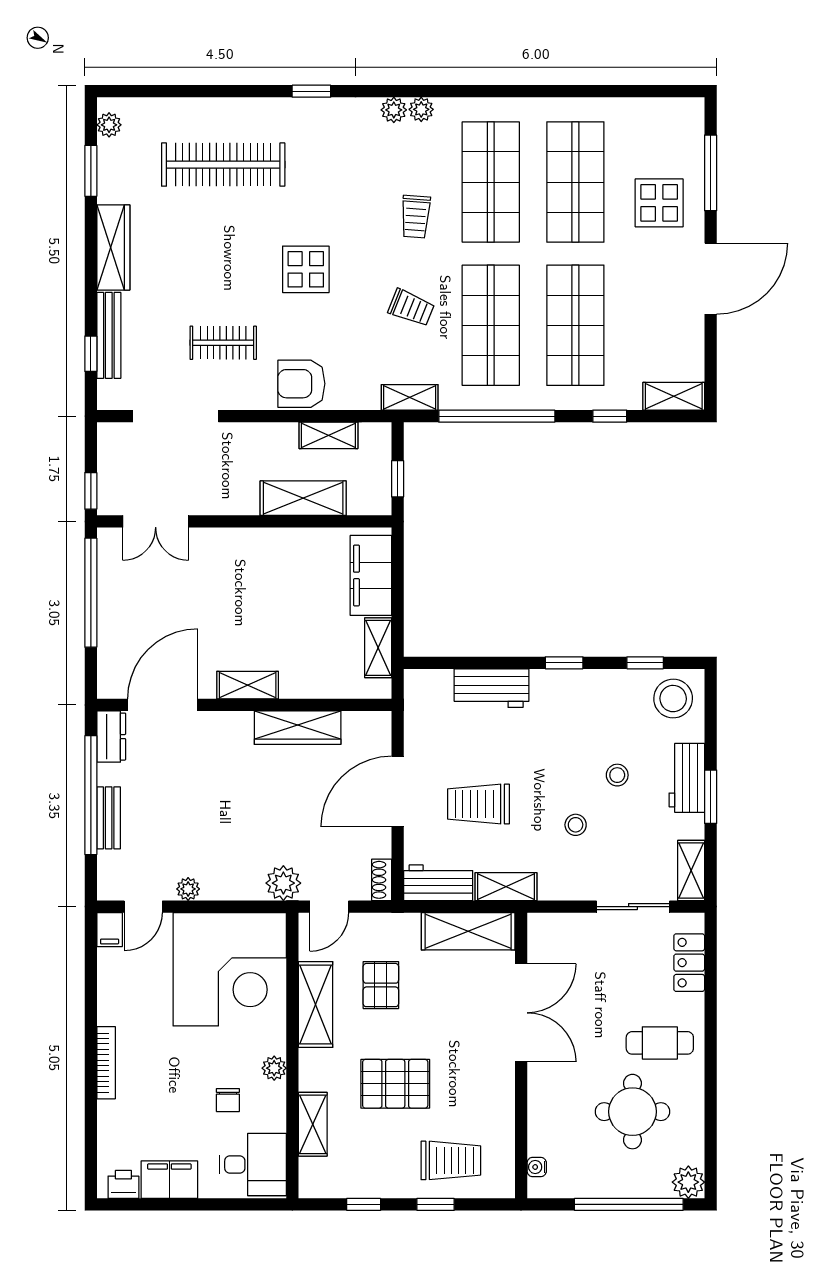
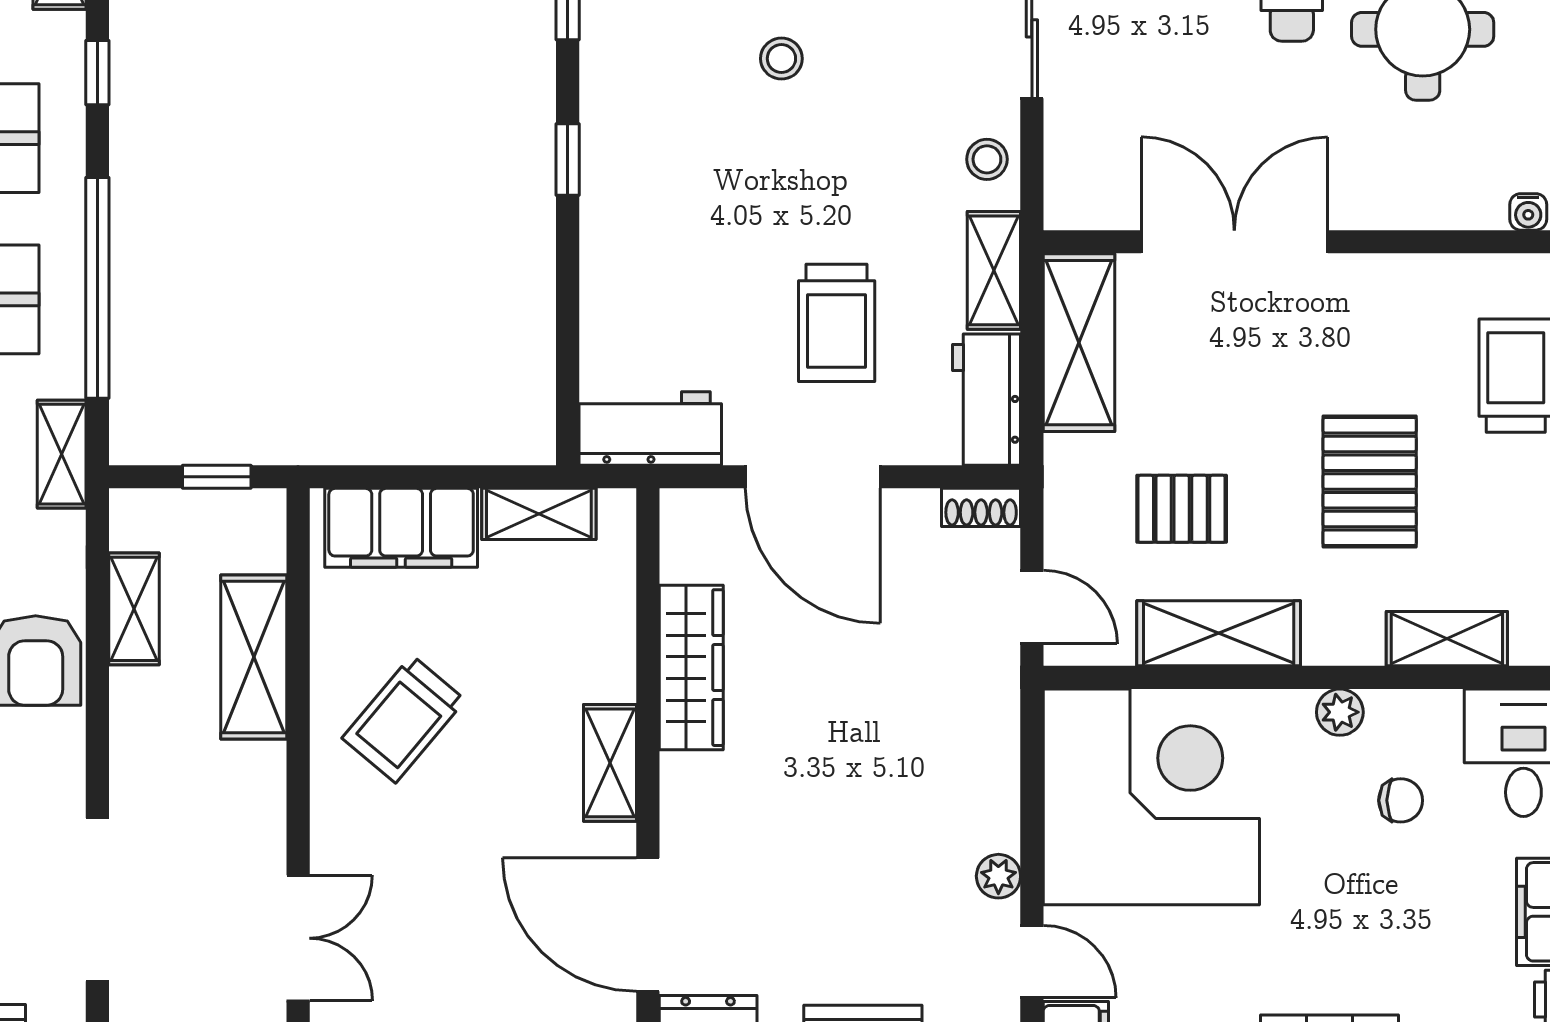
trolley: (271, 577) -> (404, 719), added
workbench: (492, 688) -> (650, 429), moved, turned -90
stool: (576, 825) -> (987, 159), moved
plant: (283, 883) -> (987, 695), removed

